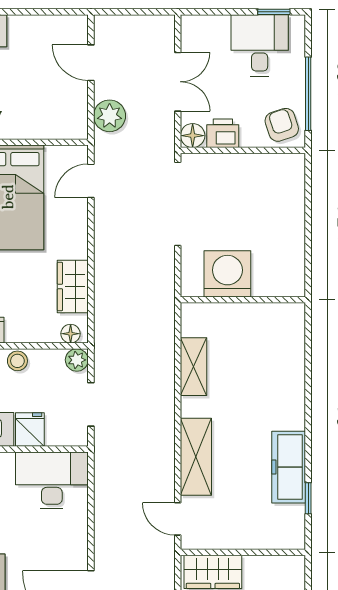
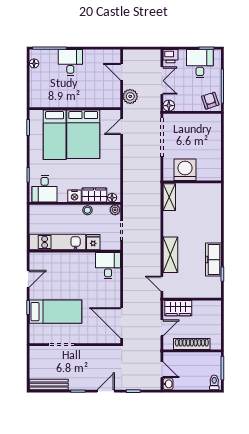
printer: (223, 133) -> (171, 56), moved, turned 180
wardrobe: (73, 286) -> (94, 195), moved, turned 90
shelving: (194, 367) -> (169, 197), moved
desk: (52, 480) -> (108, 266), width x0.73

